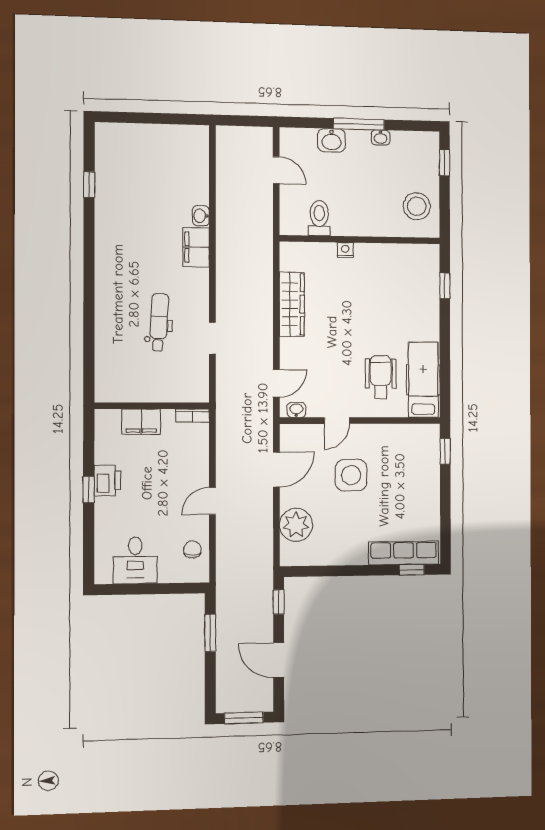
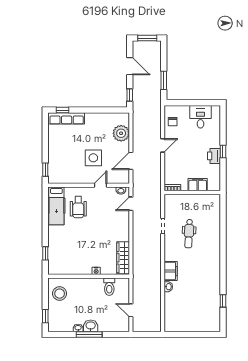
washbasin: (331, 140) -> (91, 326), moved
wardrobe: (292, 304) -> (123, 258), moved

